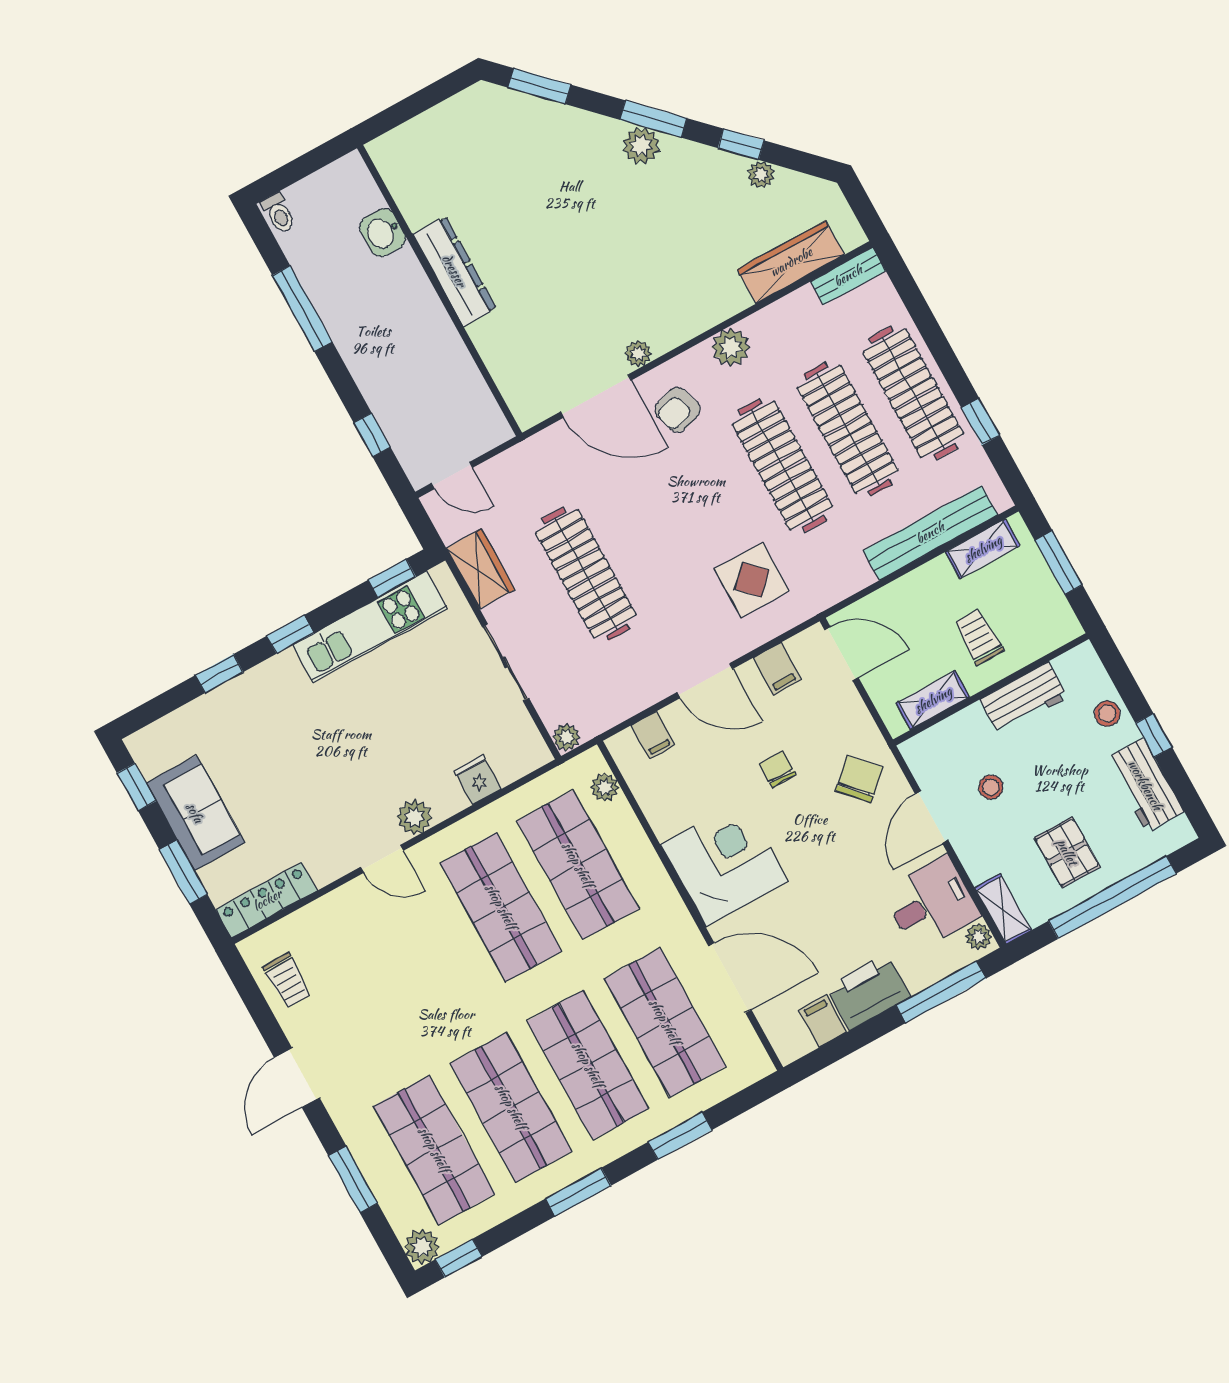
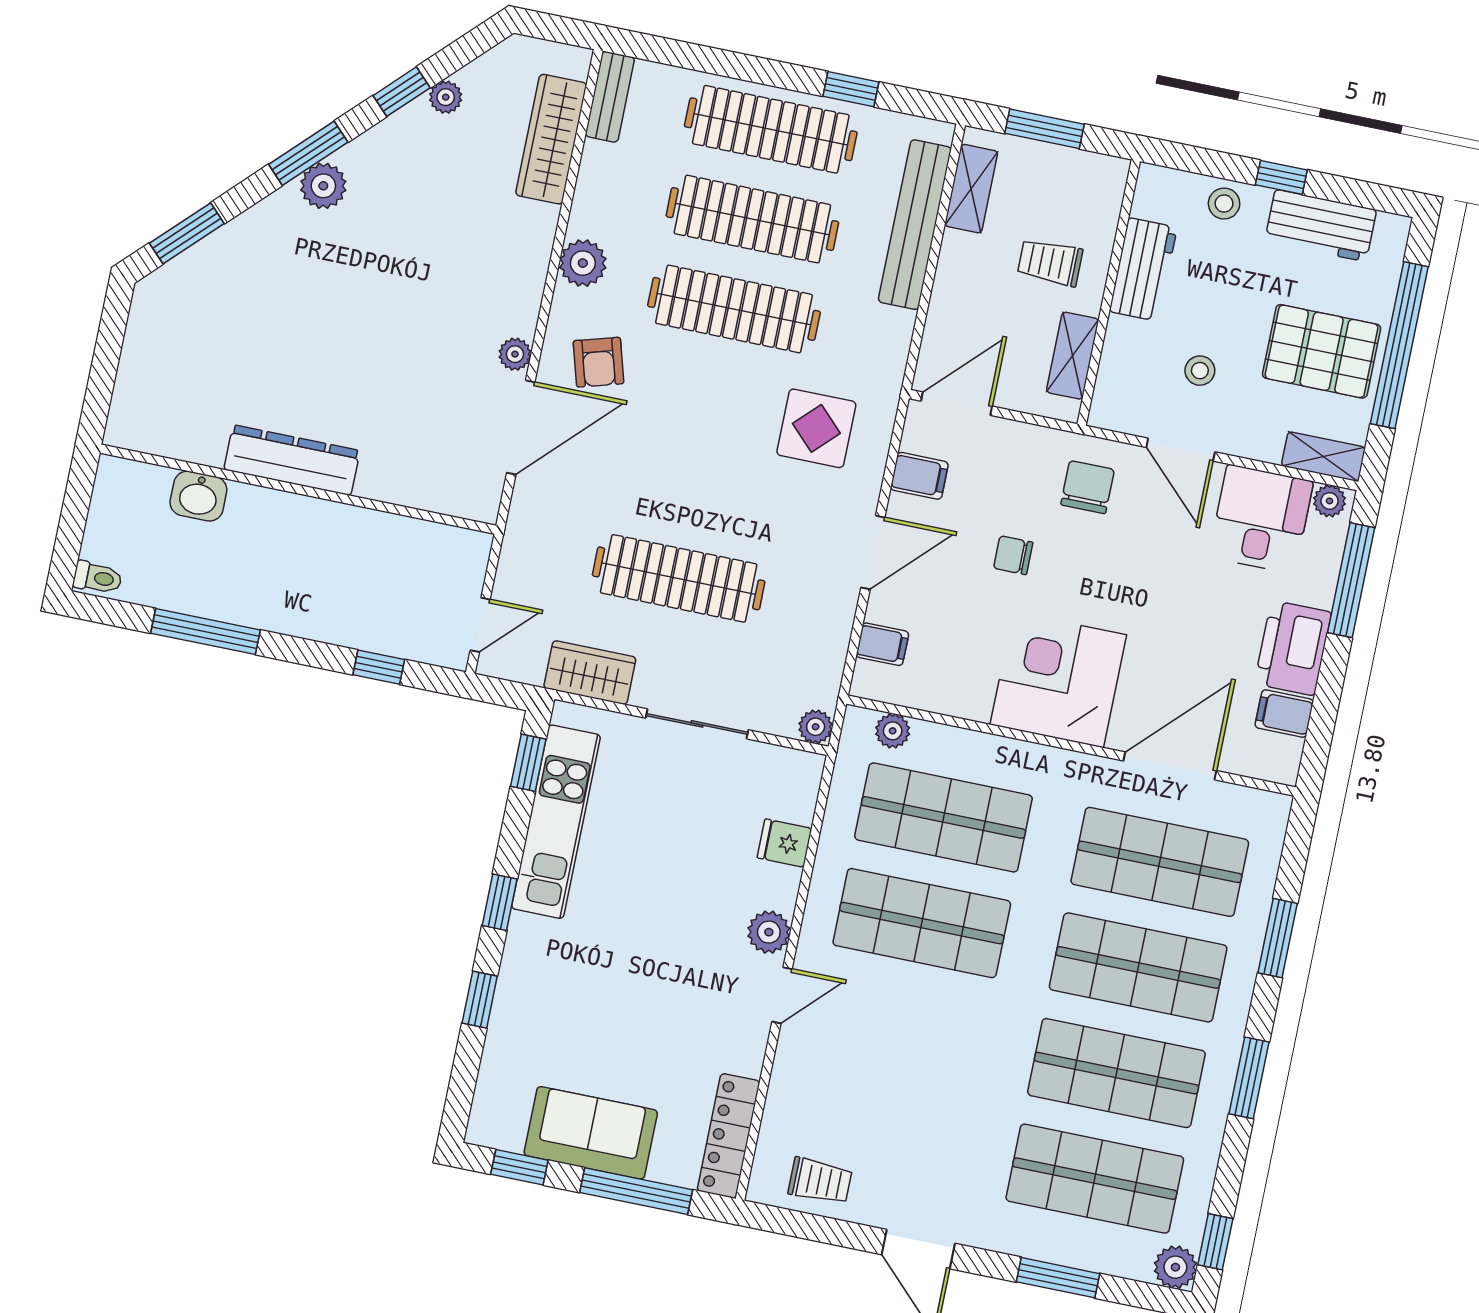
chair: (859, 779) -> (1088, 487), turned 43
pallet: (1067, 852) -> (1322, 351), width x1.50, depth x1.42
window: (183, 872) -> (636, 1191), width x1.44

